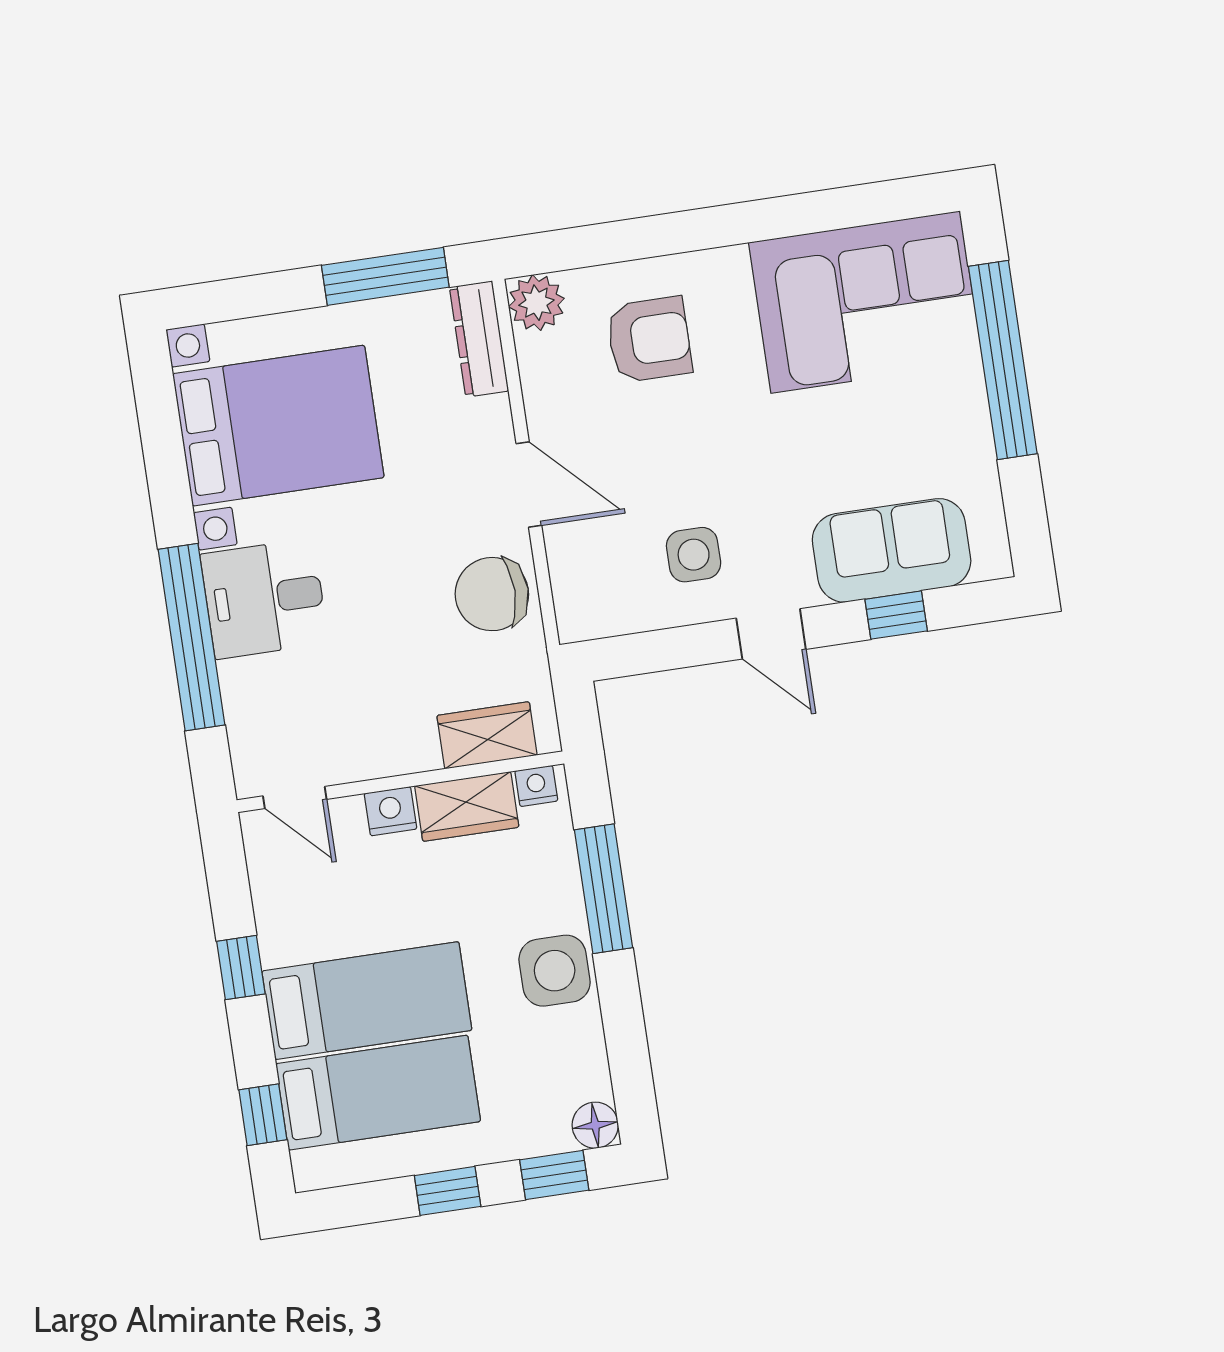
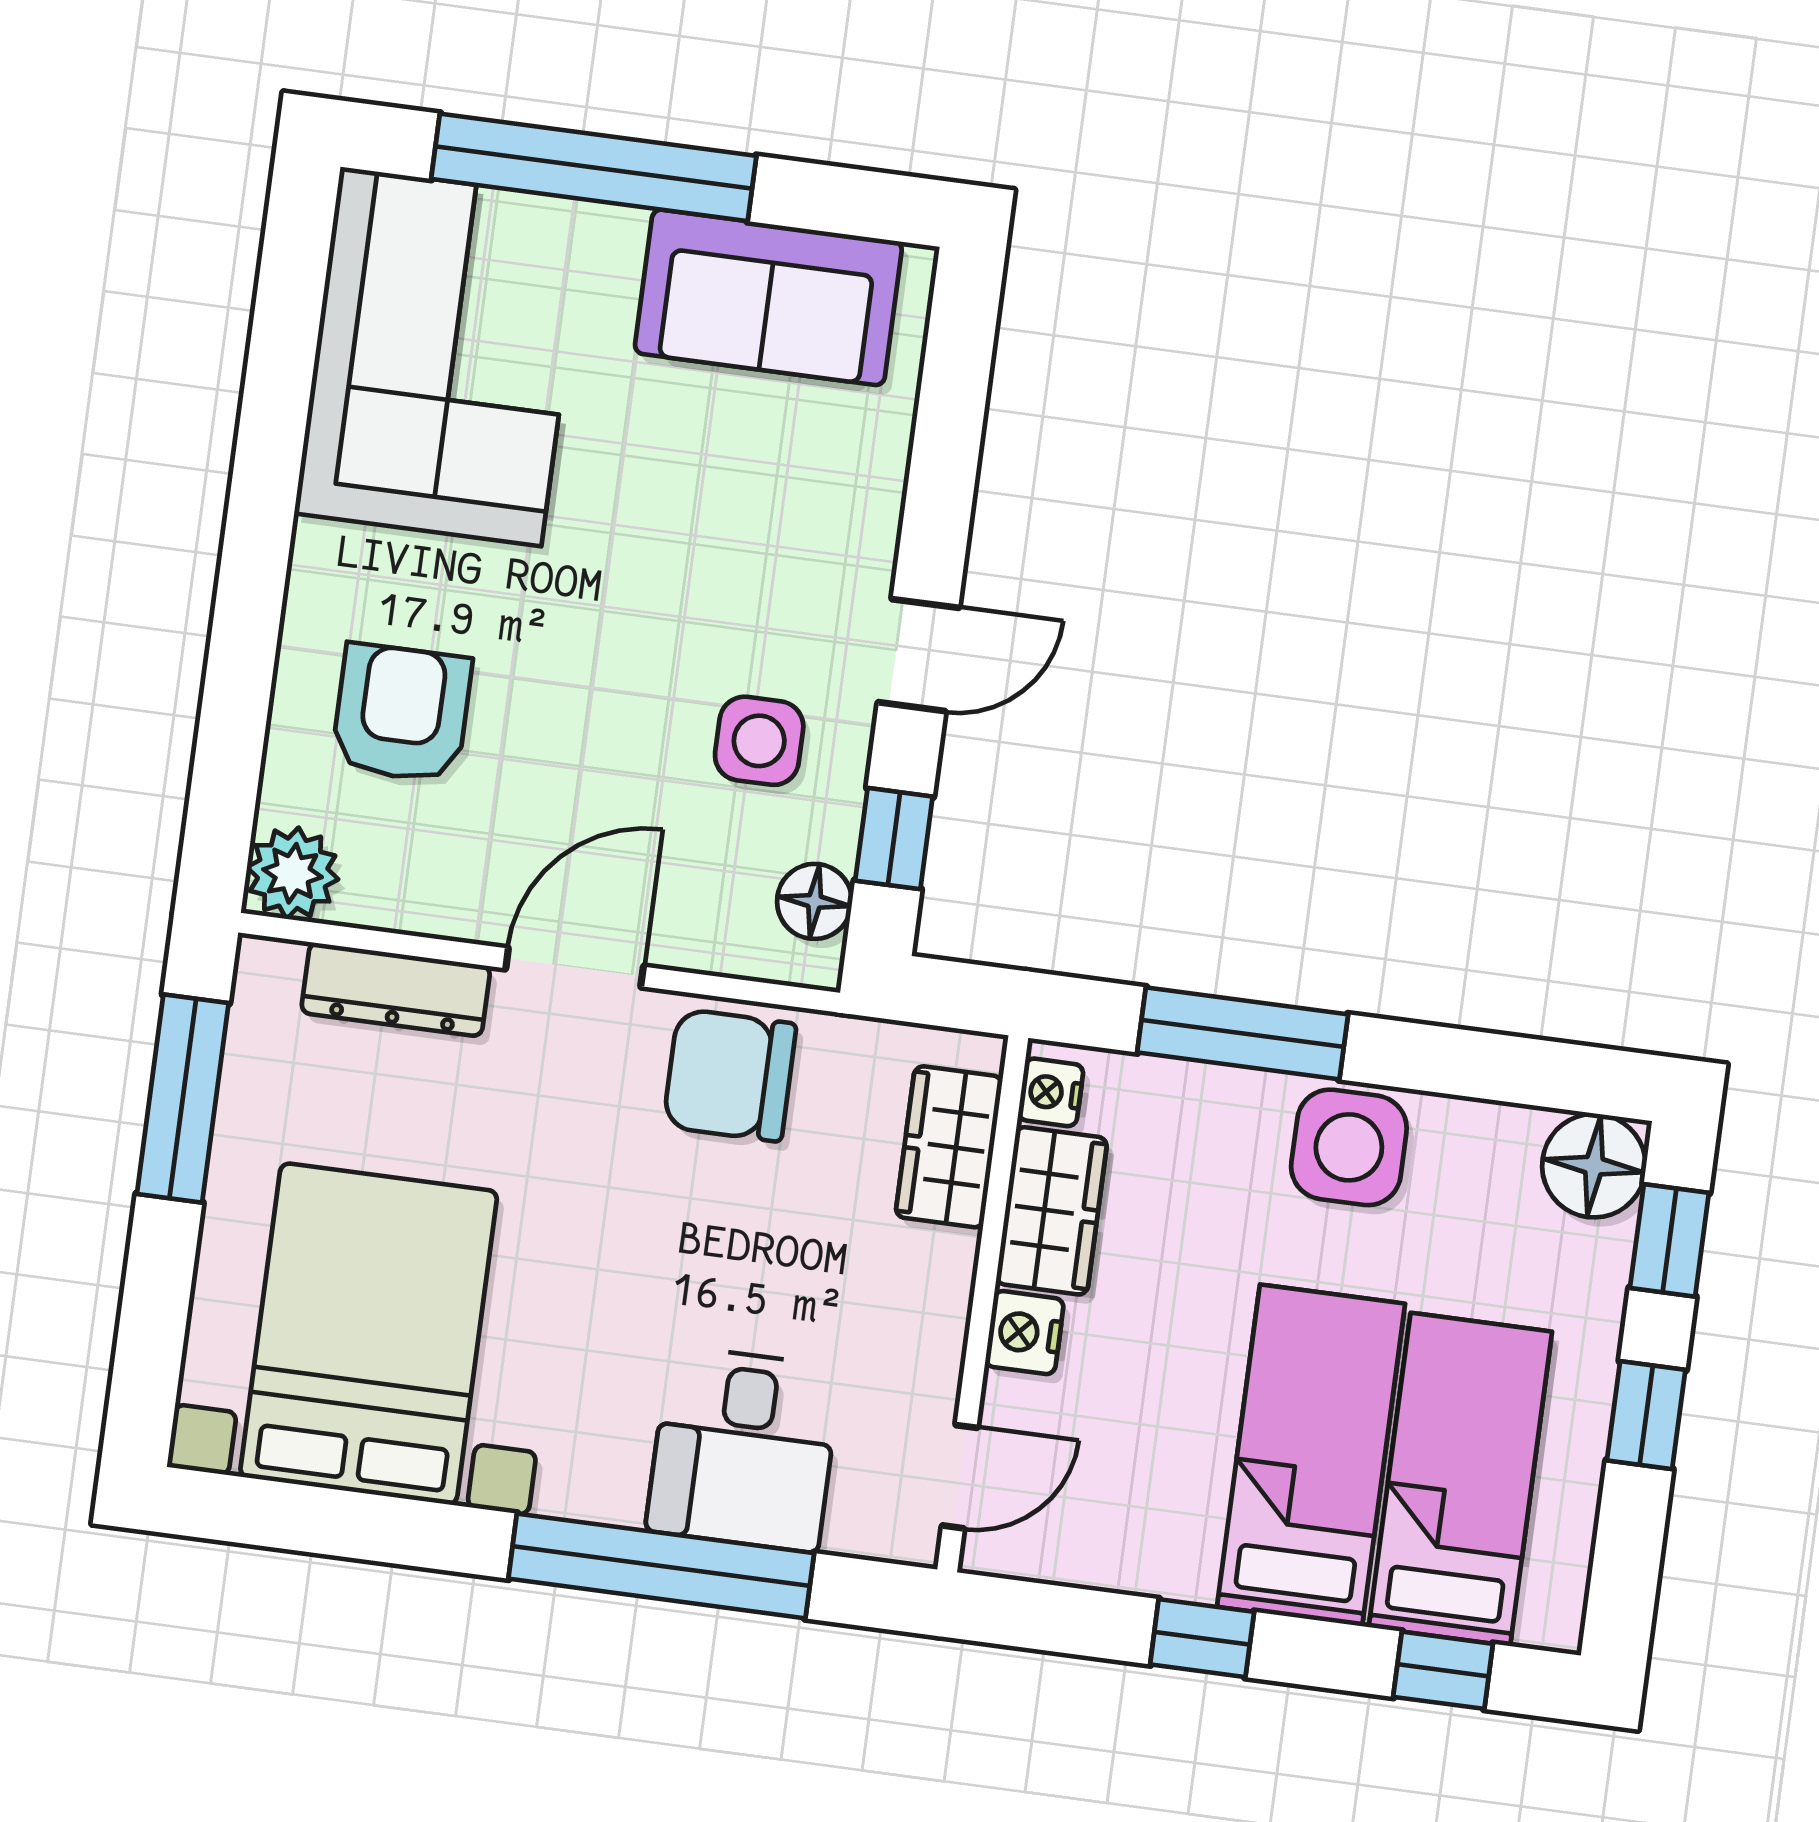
dresser: (479, 339) -> (396, 989), moved
sofa: (892, 550) -> (768, 297), moved, turned -90
chair: (492, 594) -> (730, 1075), turned 90
desk: (264, 599) -> (744, 1449), moved
floor lamp: (609, 615) -> (815, 901), added
window: (896, 615) -> (894, 839), moved
floor lamp: (595, 1125) -> (1594, 1166), width x1.38, depth x1.38

